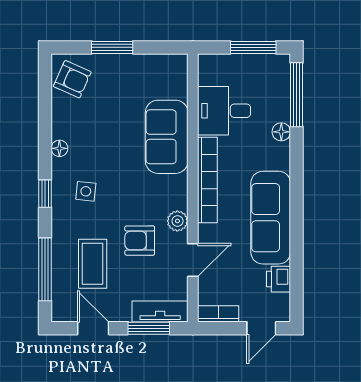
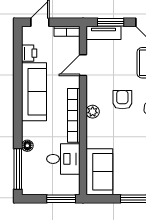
window: (253, 47) -> (61, 199), moved
sofa: (167, 137) -> (99, 172), moved
plant: (177, 221) -> (93, 112), moved
armchair: (140, 241) -> (122, 100), moved, turned -90

